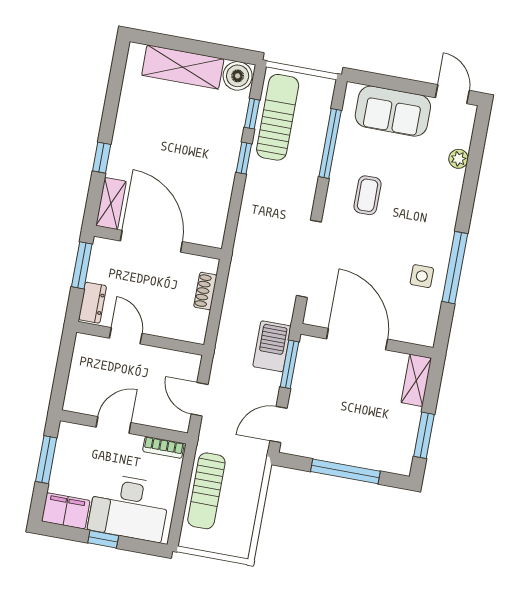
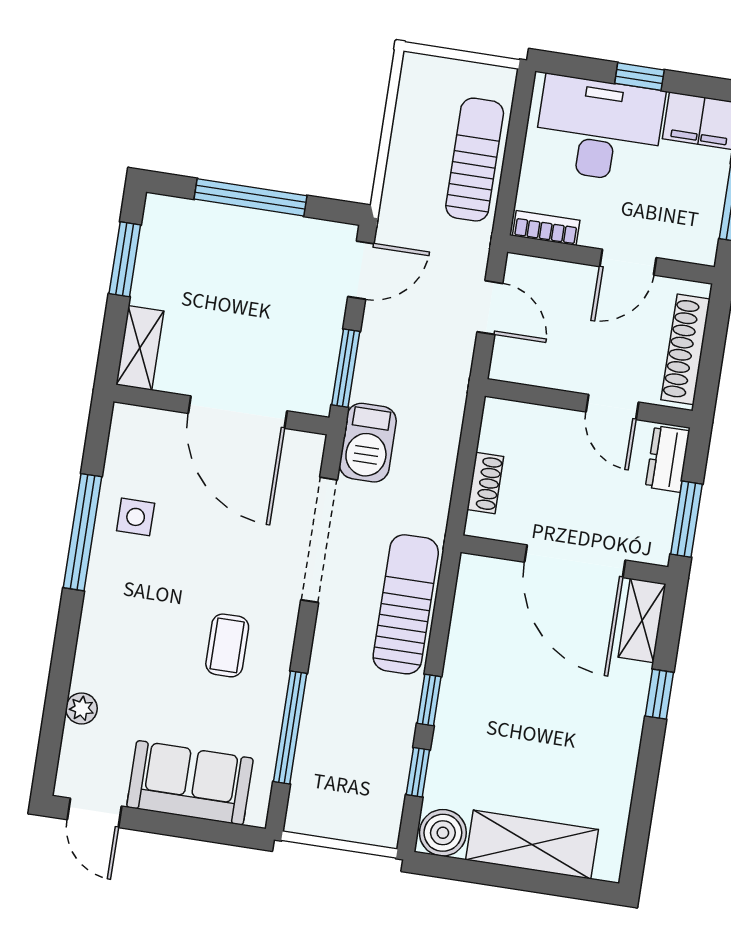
sun lounger: (278, 117) -> (406, 604), moved, turned 180
barbecue: (272, 346) -> (368, 443), moved
shoe rack: (80, 370) -> (685, 349), added

